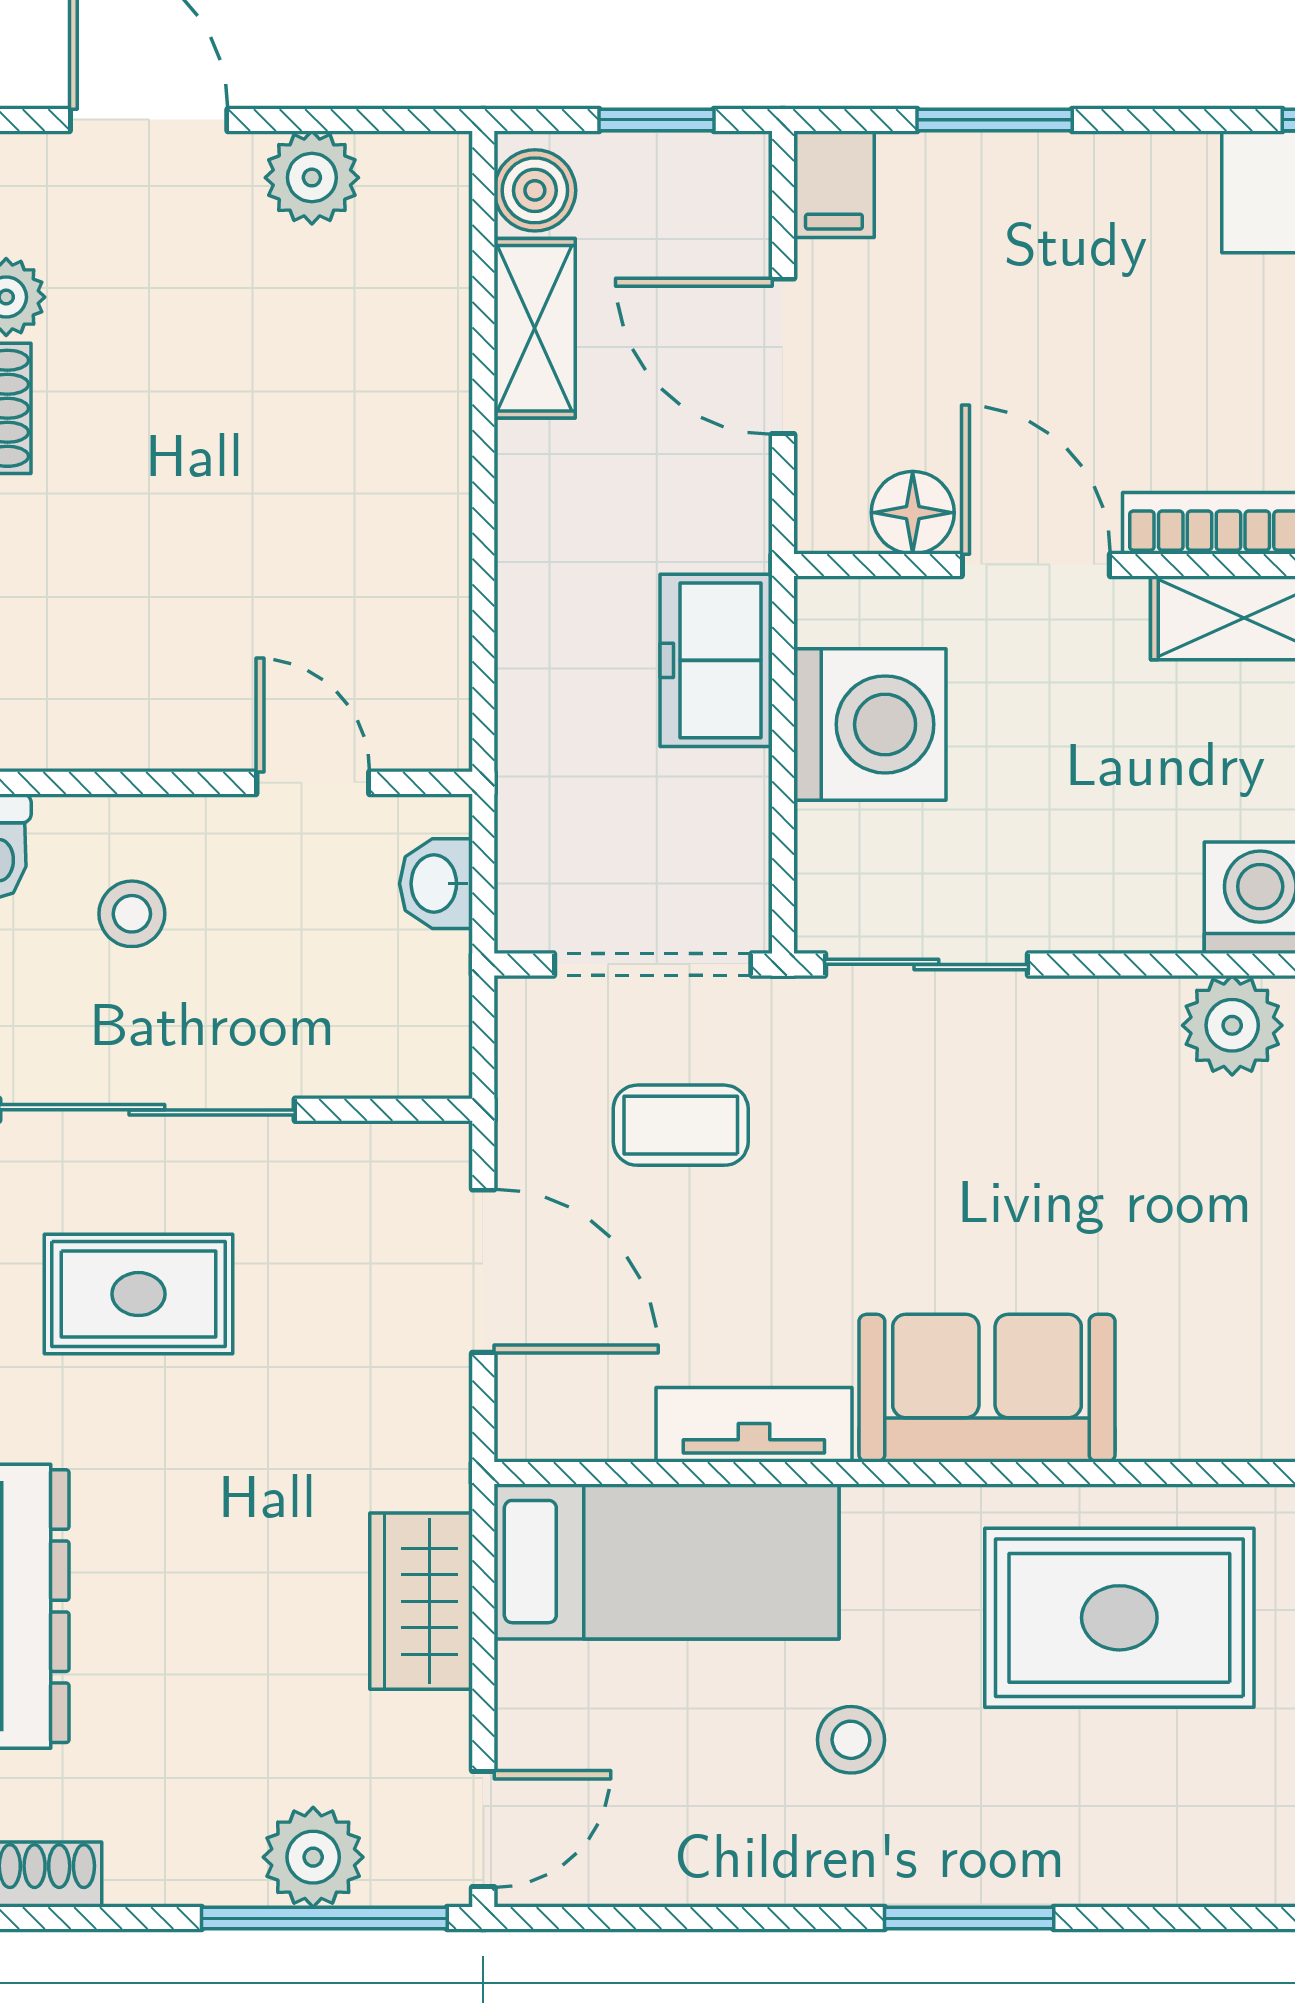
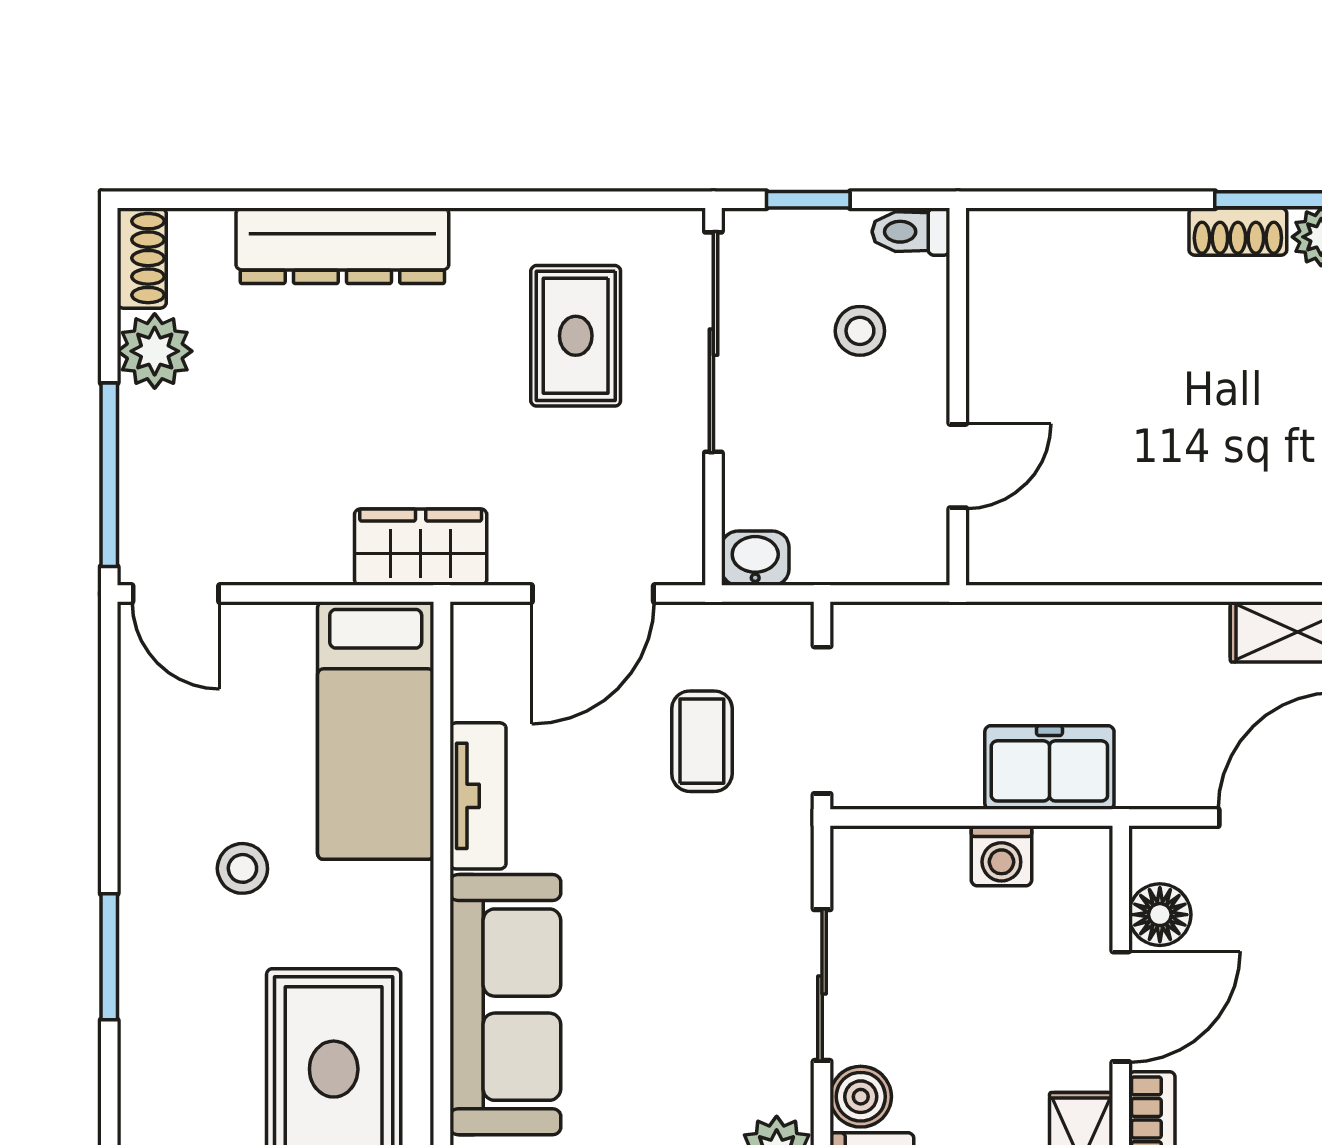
washing machine: (870, 724) -> (1001, 856), width x0.53, depth x0.53
washbasin: (436, 884) -> (755, 558), moved
boiler: (1156, 913) -> (861, 1097), added
sliding door: (926, 964) -> (822, 985), moved
sofa: (987, 1388) -> (505, 1005), width x1.36
wardrobe: (421, 1601) -> (421, 547), moved
plant: (313, 1857) -> (155, 351), moved

